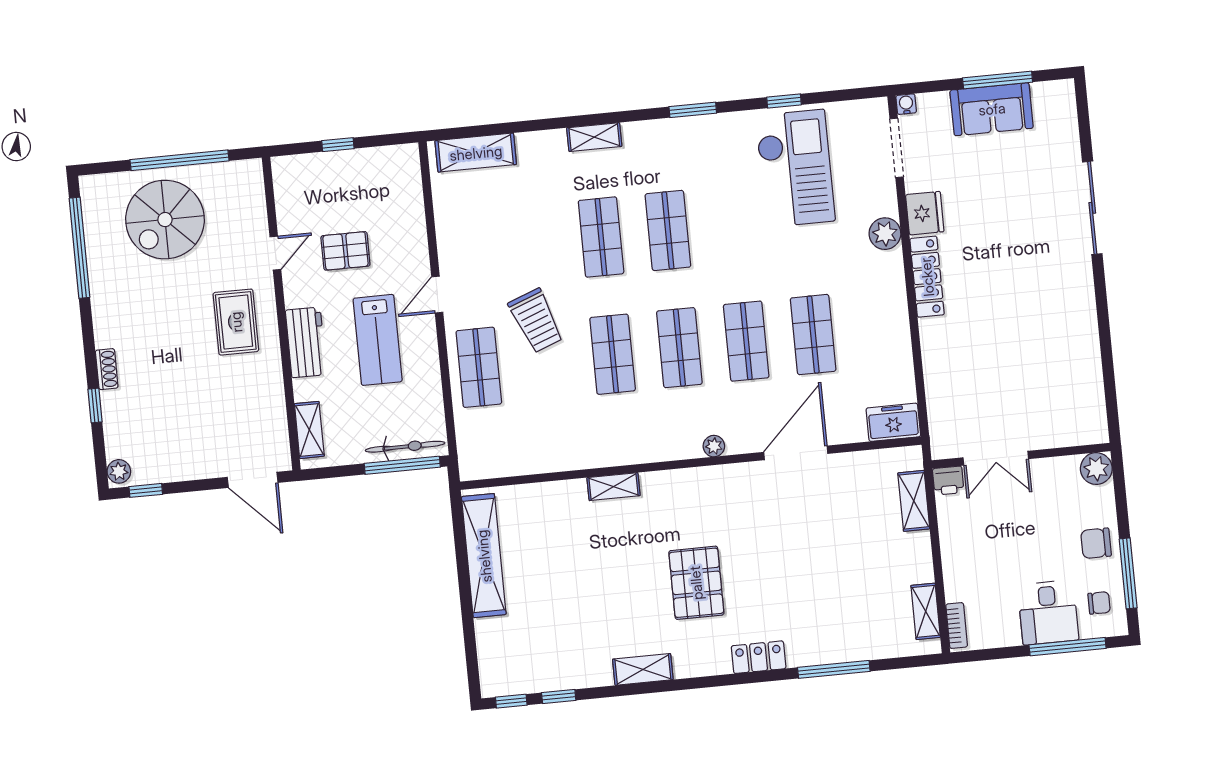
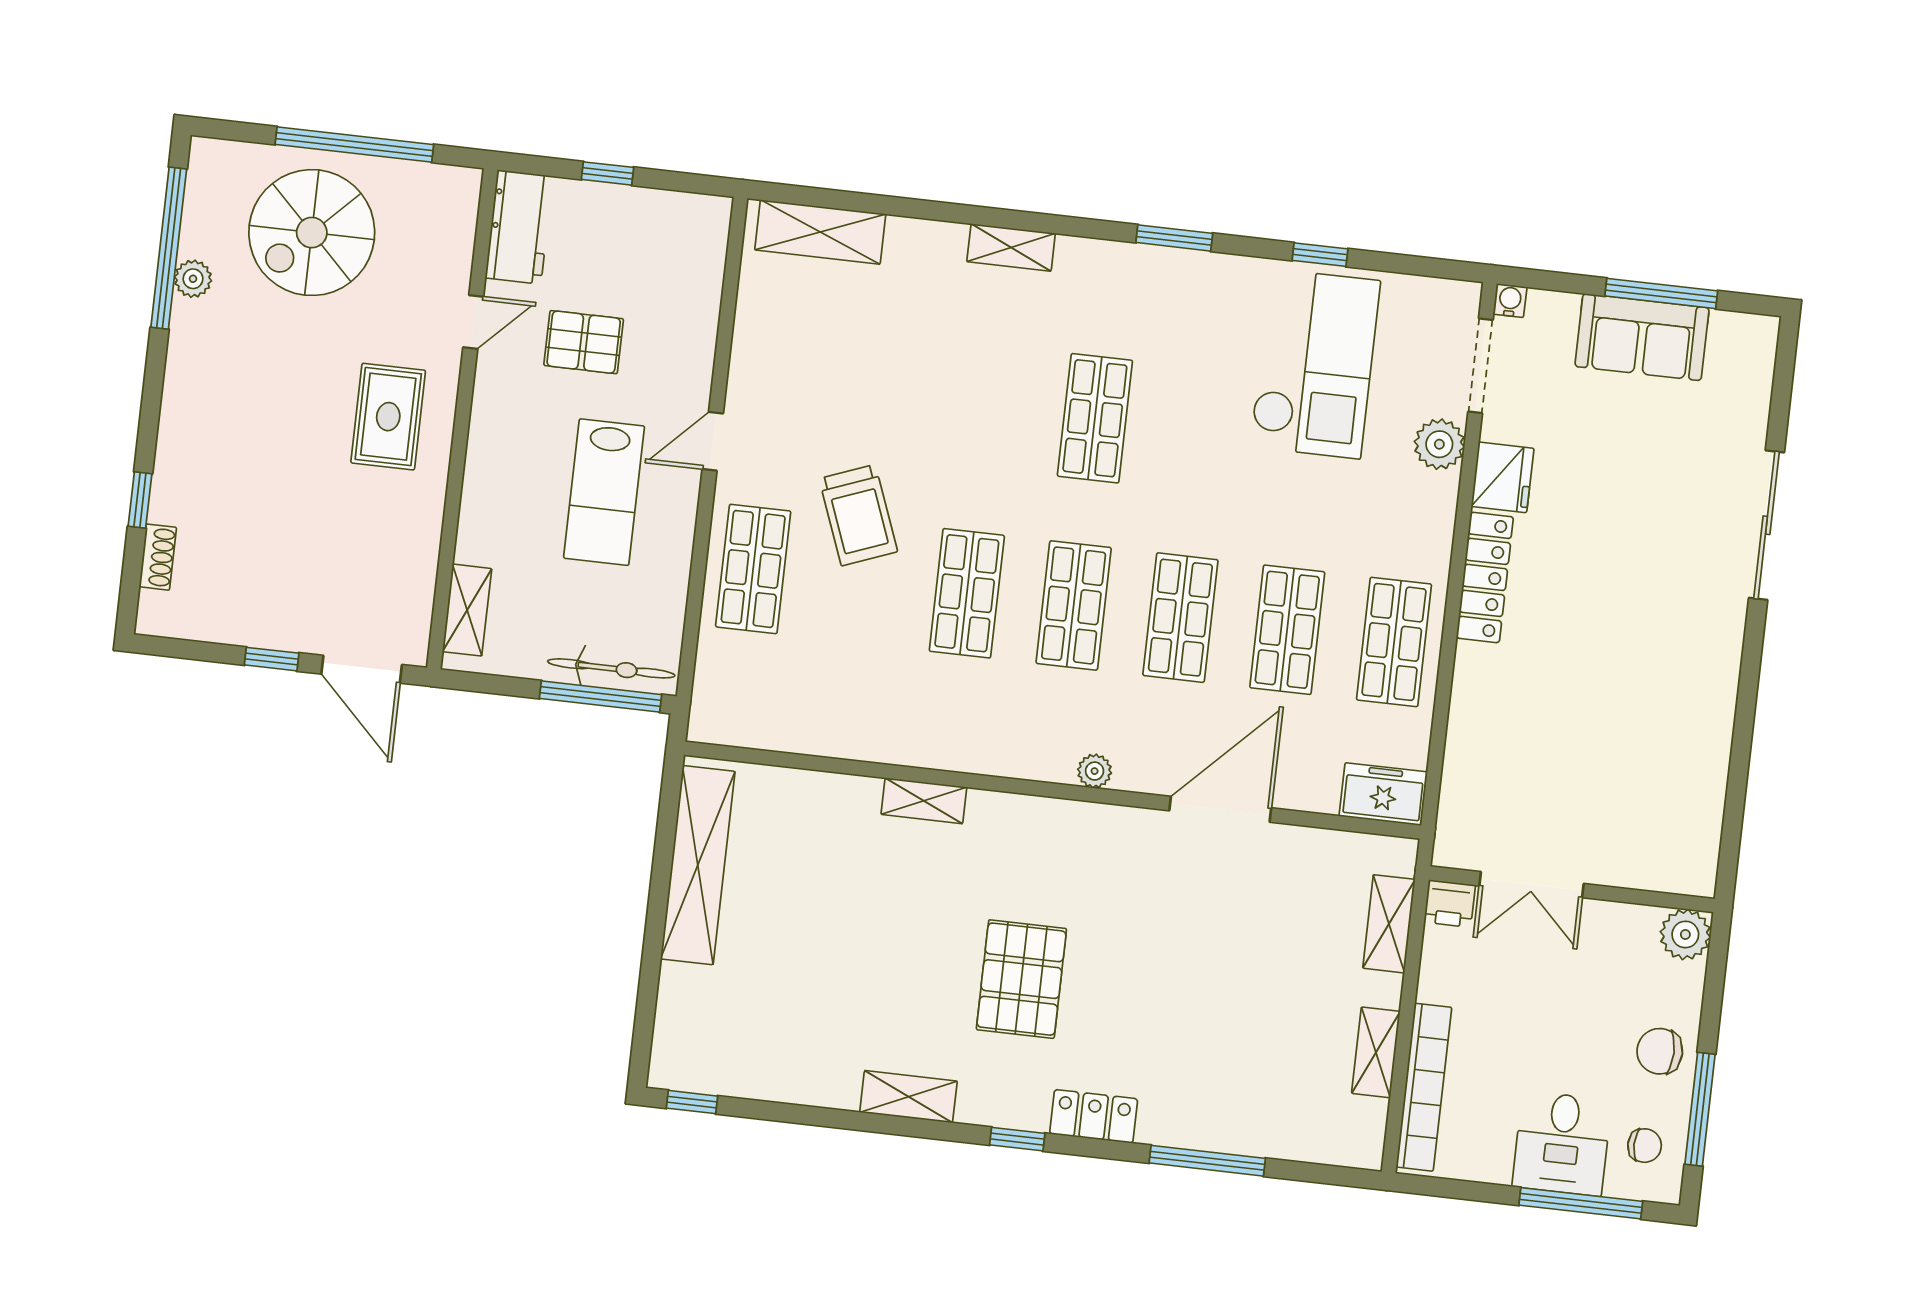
plant: (885, 234) -> (1439, 444), moved
shop shelf: (601, 237) -> (1394, 642), moved
workbench: (306, 342) -> (519, 227), moved
shoe rack: (107, 369) -> (158, 557), moved
plant: (119, 471) -> (193, 279), moved
window: (146, 490) -> (272, 659), moved
shelving: (926, 611) -> (1376, 1052), moved
bookcase: (957, 626) -> (1424, 1087), width x2.31, depth x1.31
window: (559, 696) -> (1017, 1139), moved

